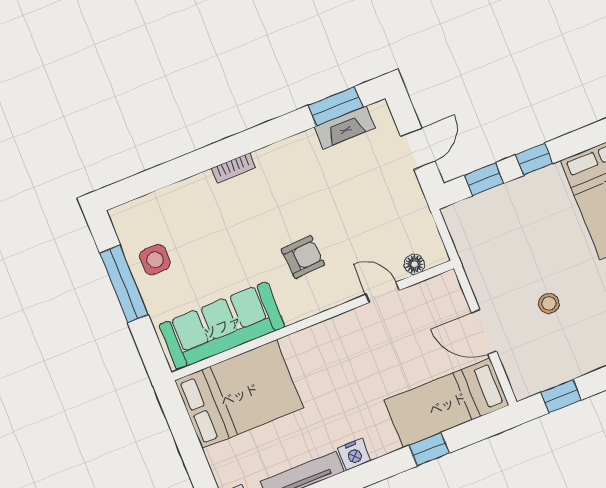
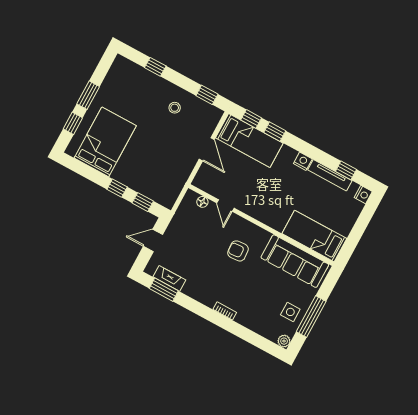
plant: (121, 217) -> (284, 341), added
stool: (549, 304) -> (175, 108), moved
bed: (239, 394) -> (314, 236), width x0.67
window: (475, 431) -> (251, 119), added

